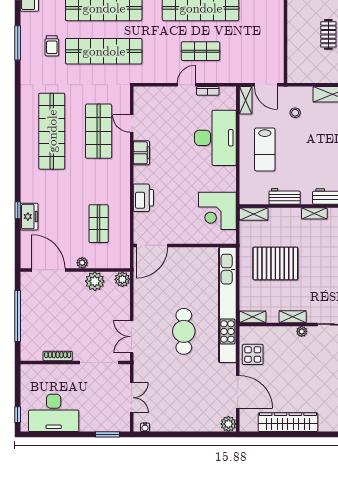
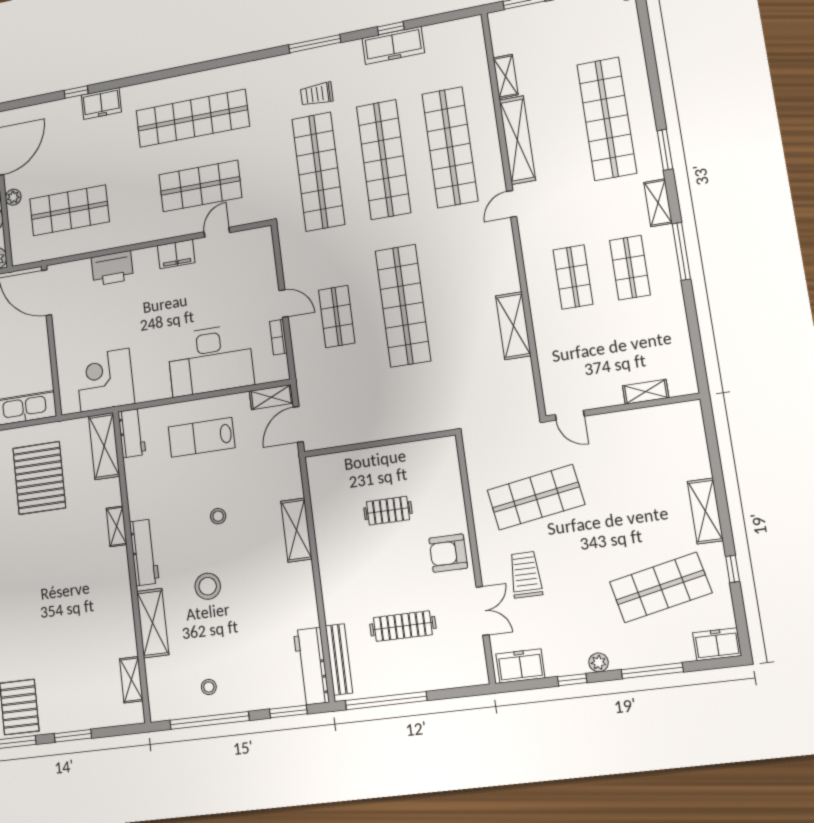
stool: (295, 113) -> (218, 516), moved
workbench: (285, 196) -> (132, 433), moved
shelving: (254, 214) -> (104, 446), width x1.50, depth x1.33
freezer: (29, 217) -> (101, 104), moved
shop shelf: (99, 224) -> (69, 210), width x1.43, depth x1.36

